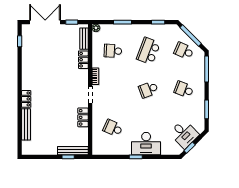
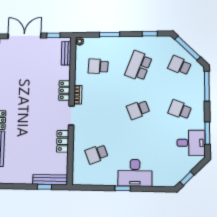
locker: (83, 60) -> (64, 90), moved
school desk: (113, 128) -> (97, 154), turned -45
desk: (184, 134) -> (191, 143), moved, turned -45

